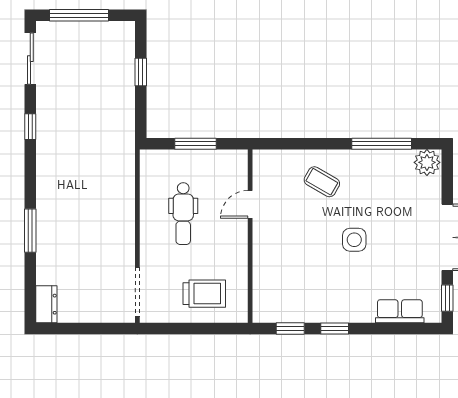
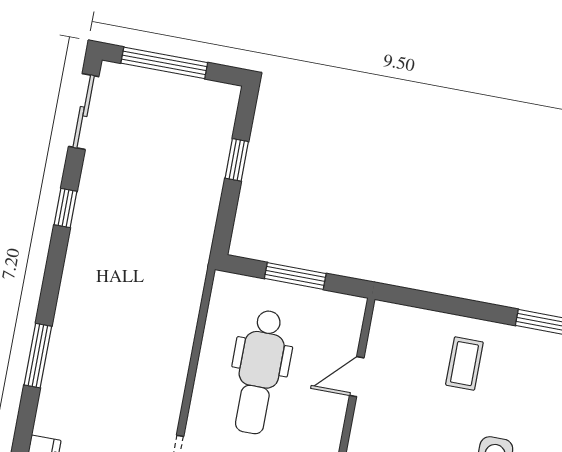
coffee table: (322, 182) -> (464, 364), turned 60
dental chair: (183, 214) -> (259, 372), width x1.36, depth x1.38

